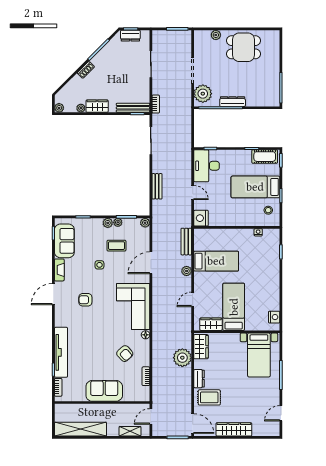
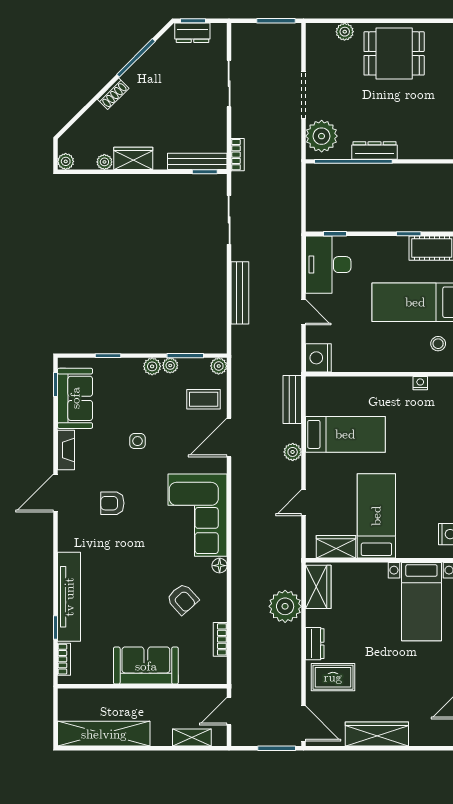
bench: (157, 186) -> (240, 293), width x1.36
coffee table: (116, 246) -> (204, 399), moved

